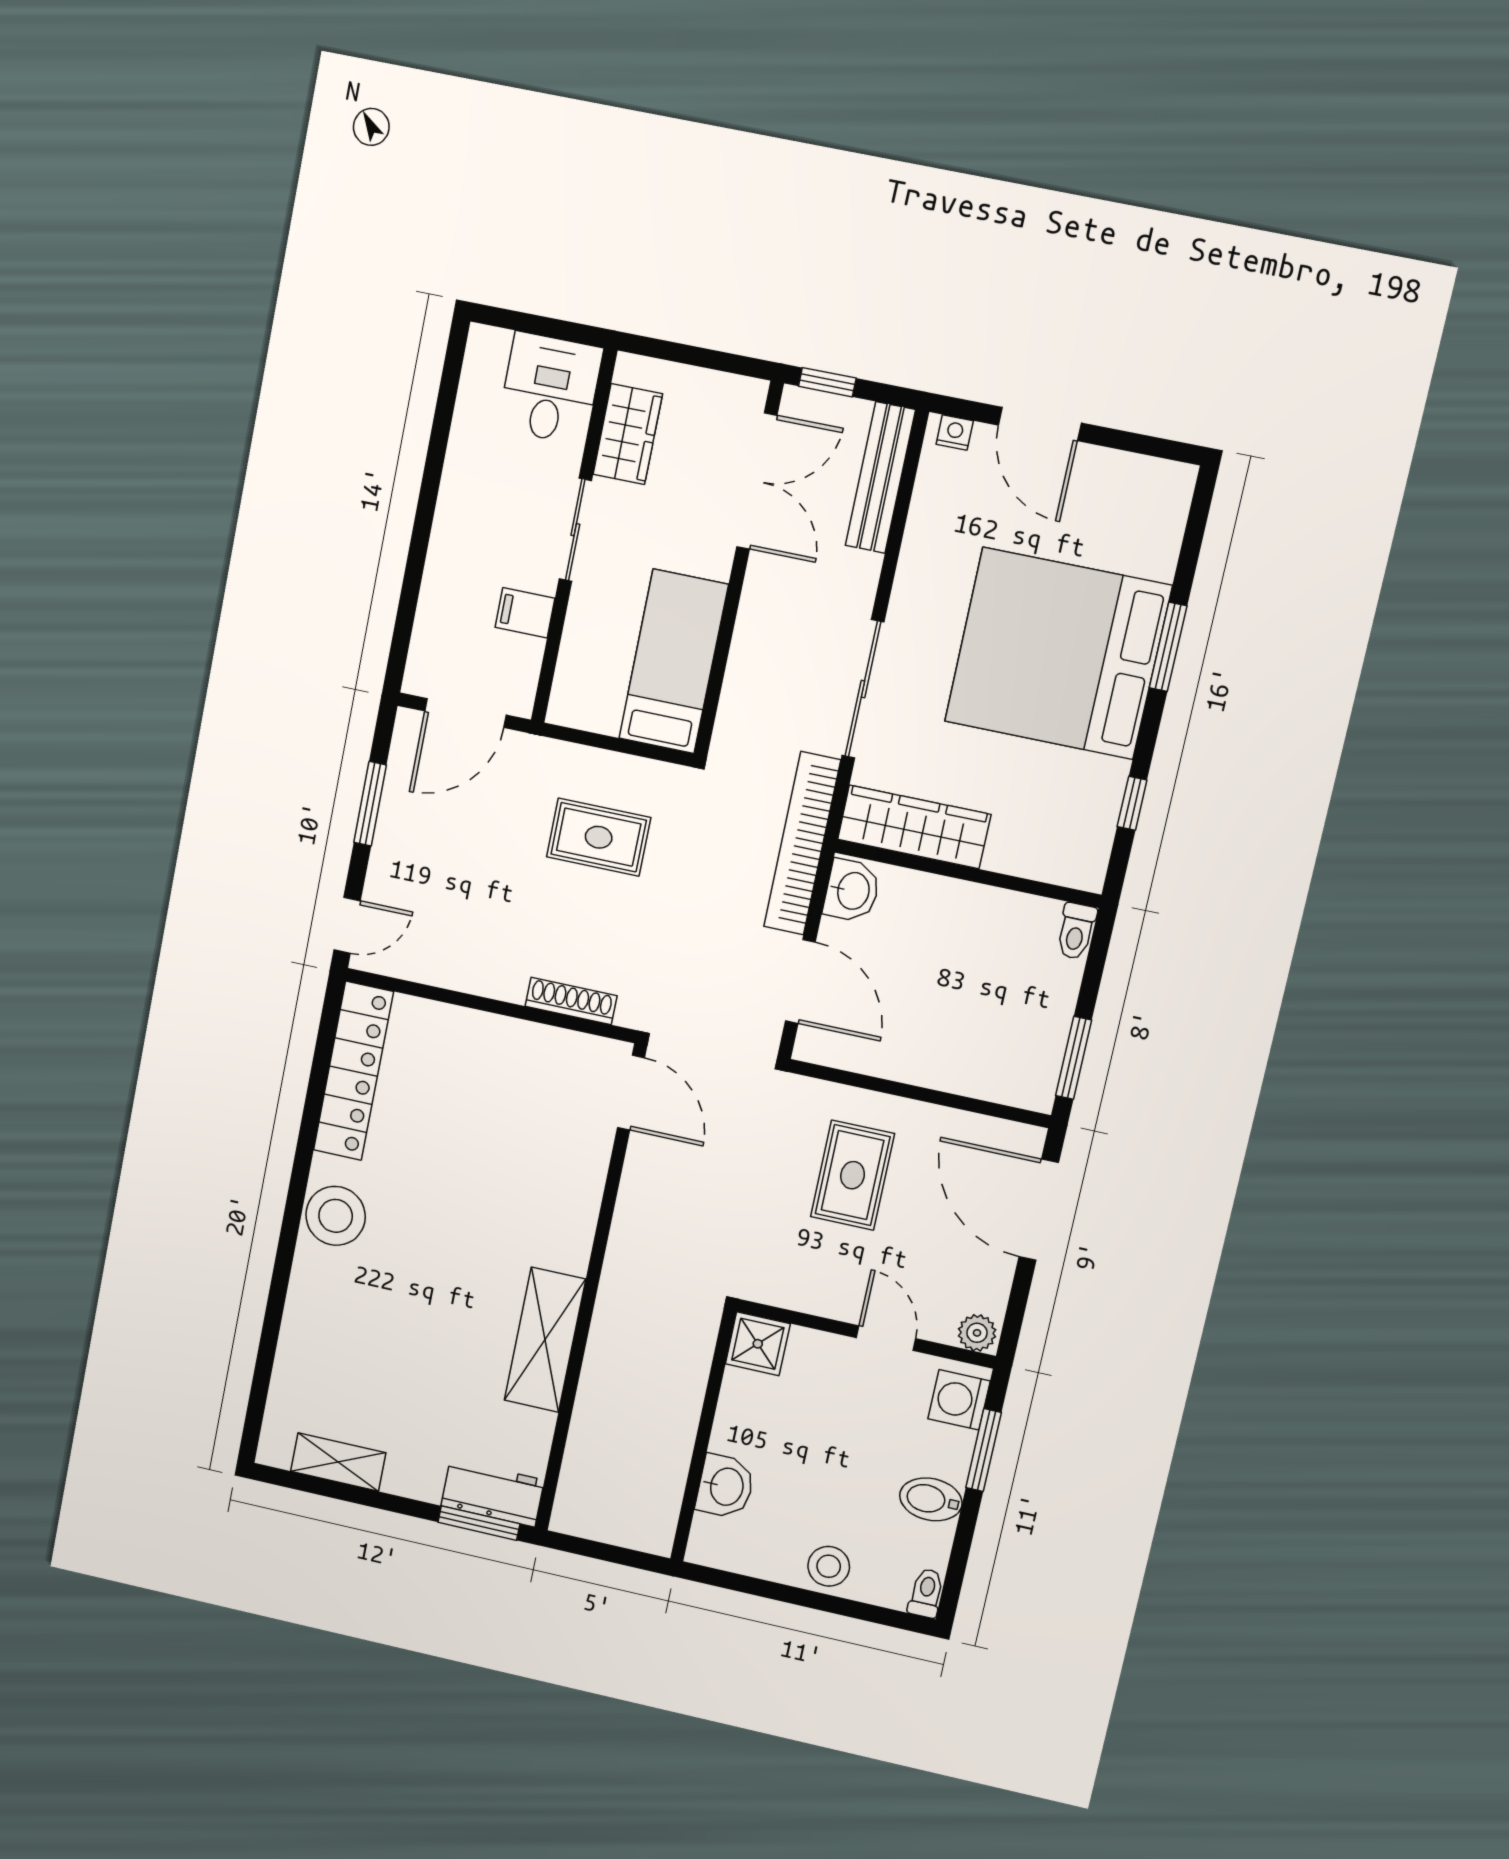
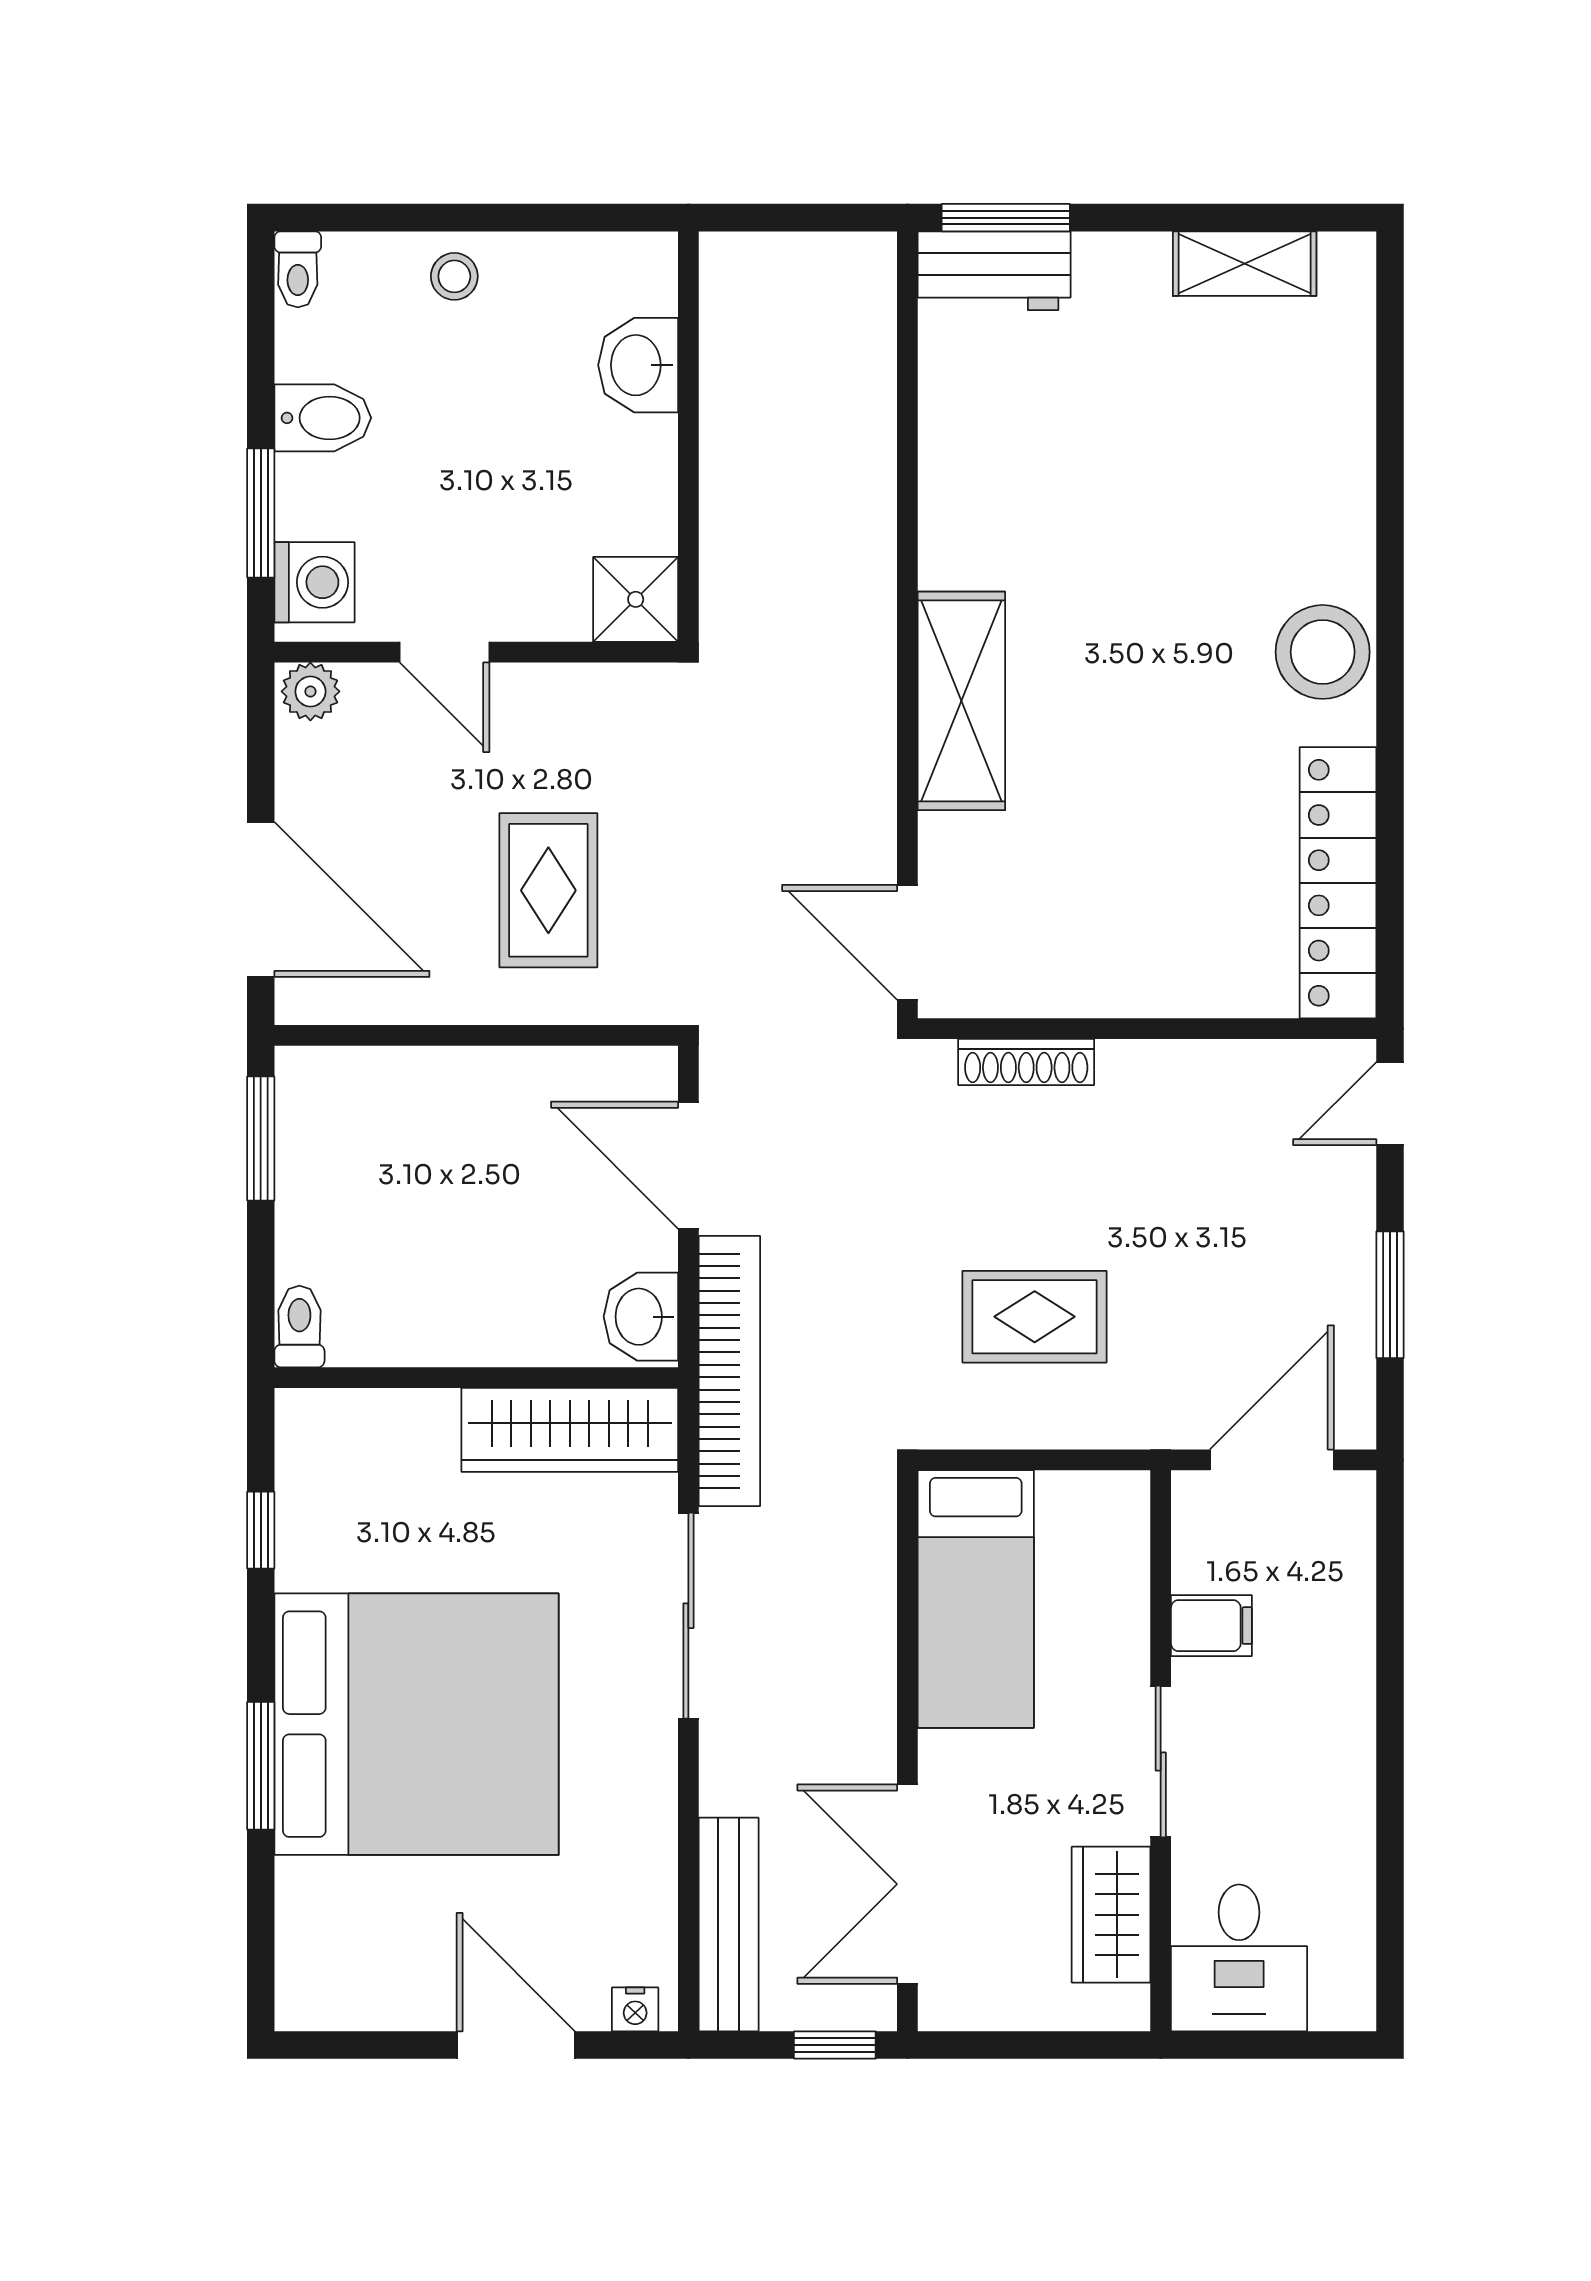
shelving: (545, 1340) -> (961, 701), moved
stool: (829, 1566) -> (454, 276), width x0.73, depth x0.73

